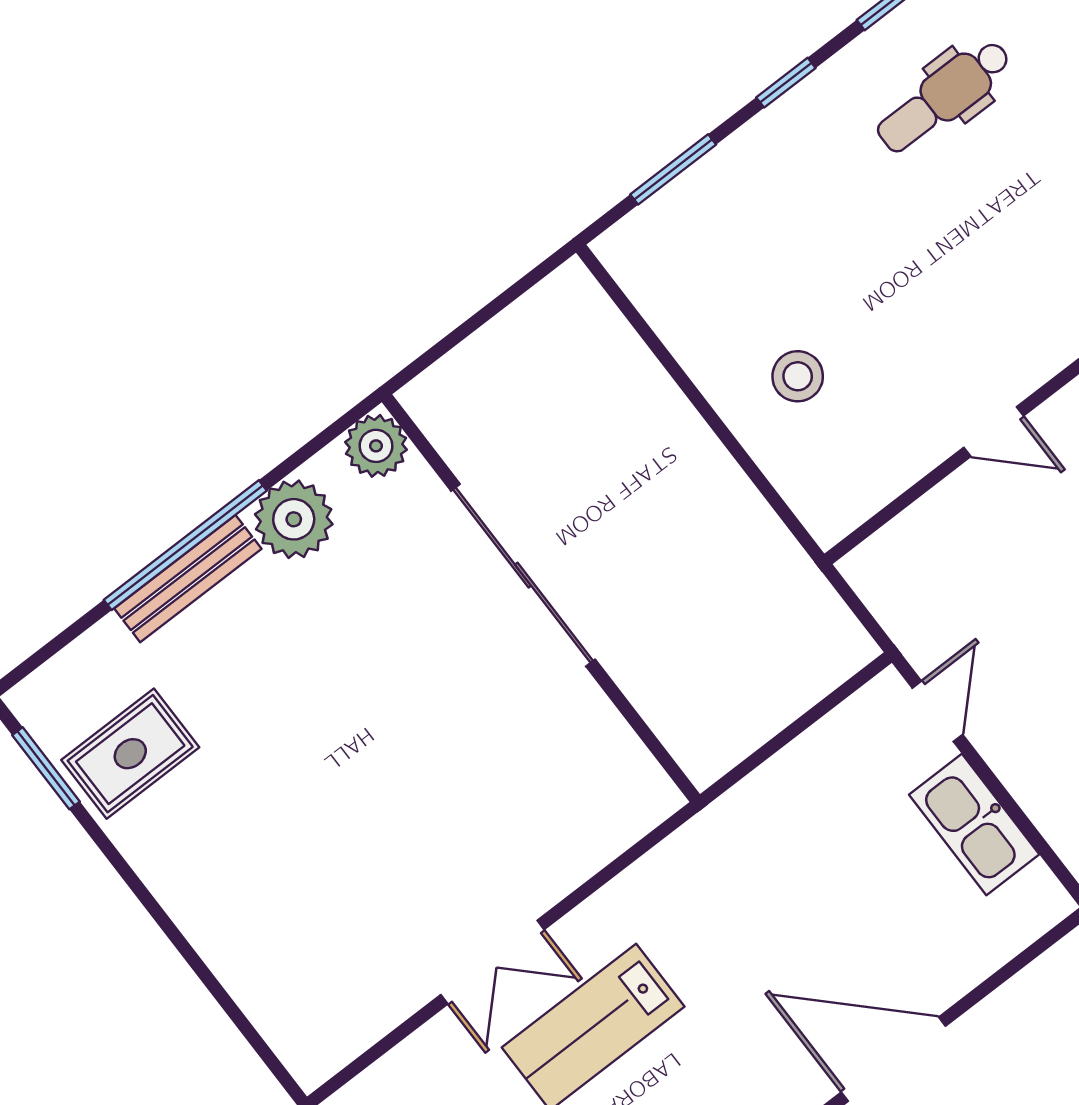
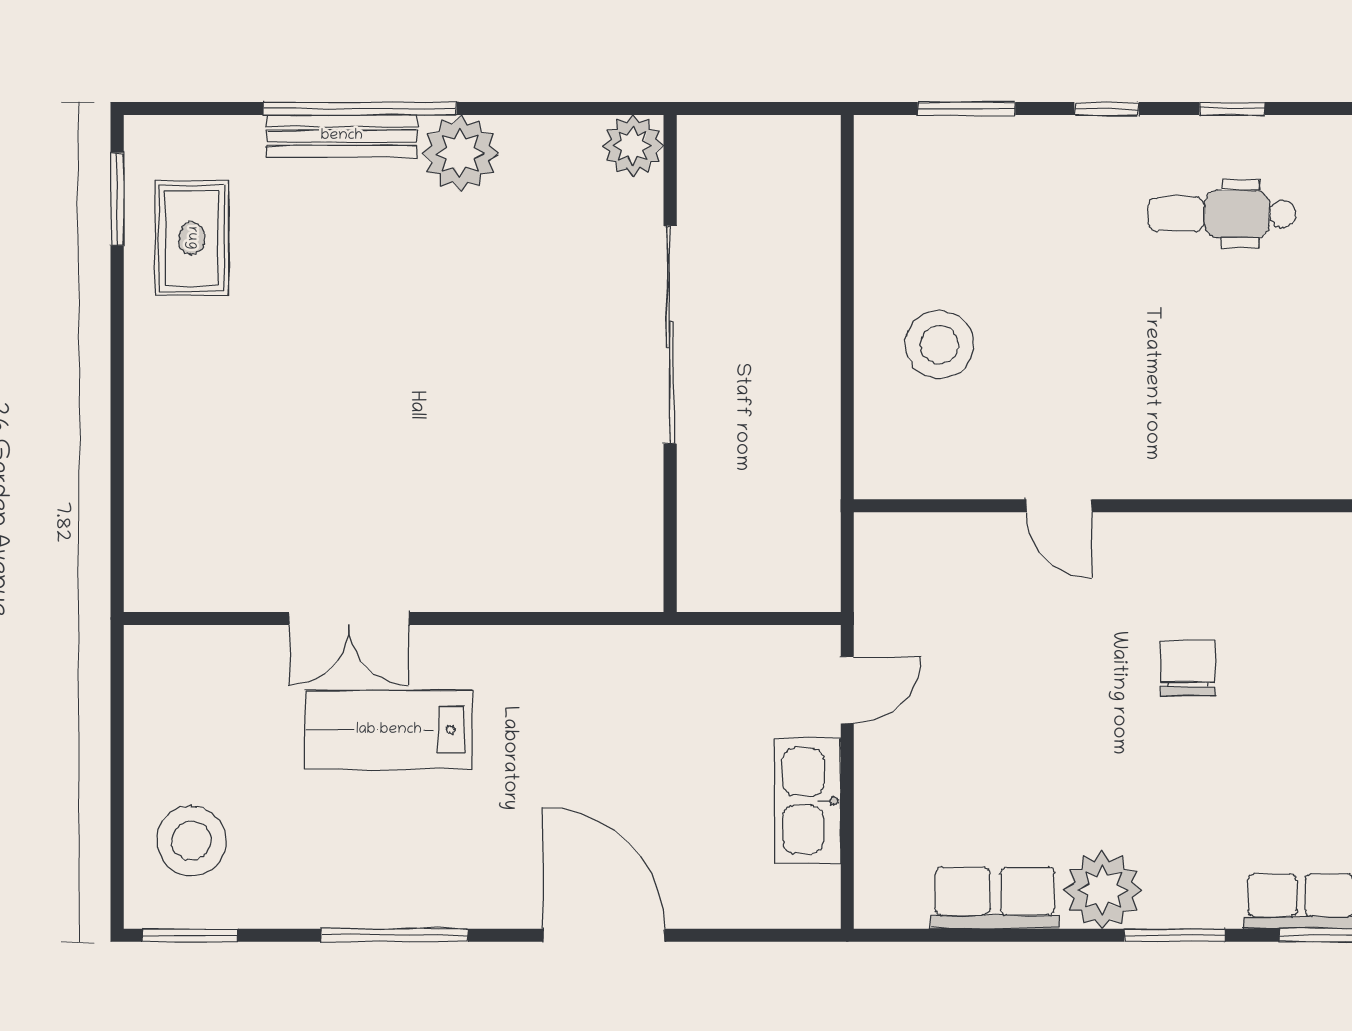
stool: (798, 376) -> (939, 345), width x1.38, depth x1.38
plant: (376, 446) -> (633, 146), moved
sliding door: (523, 575) -> (670, 335), moved
wall: (541, 598) -> (670, 364), moved
rug: (130, 754) -> (192, 238), turned 90

